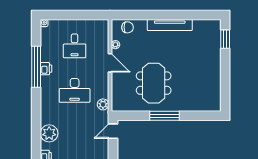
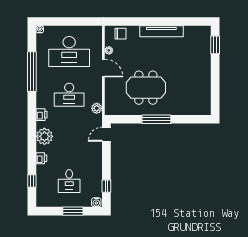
desk: (75, 46) -> (69, 51), width x1.87, depth x1.30
printer: (46, 69) -> (42, 115), moved
meeting table: (154, 83) -> (146, 88), turned 90

